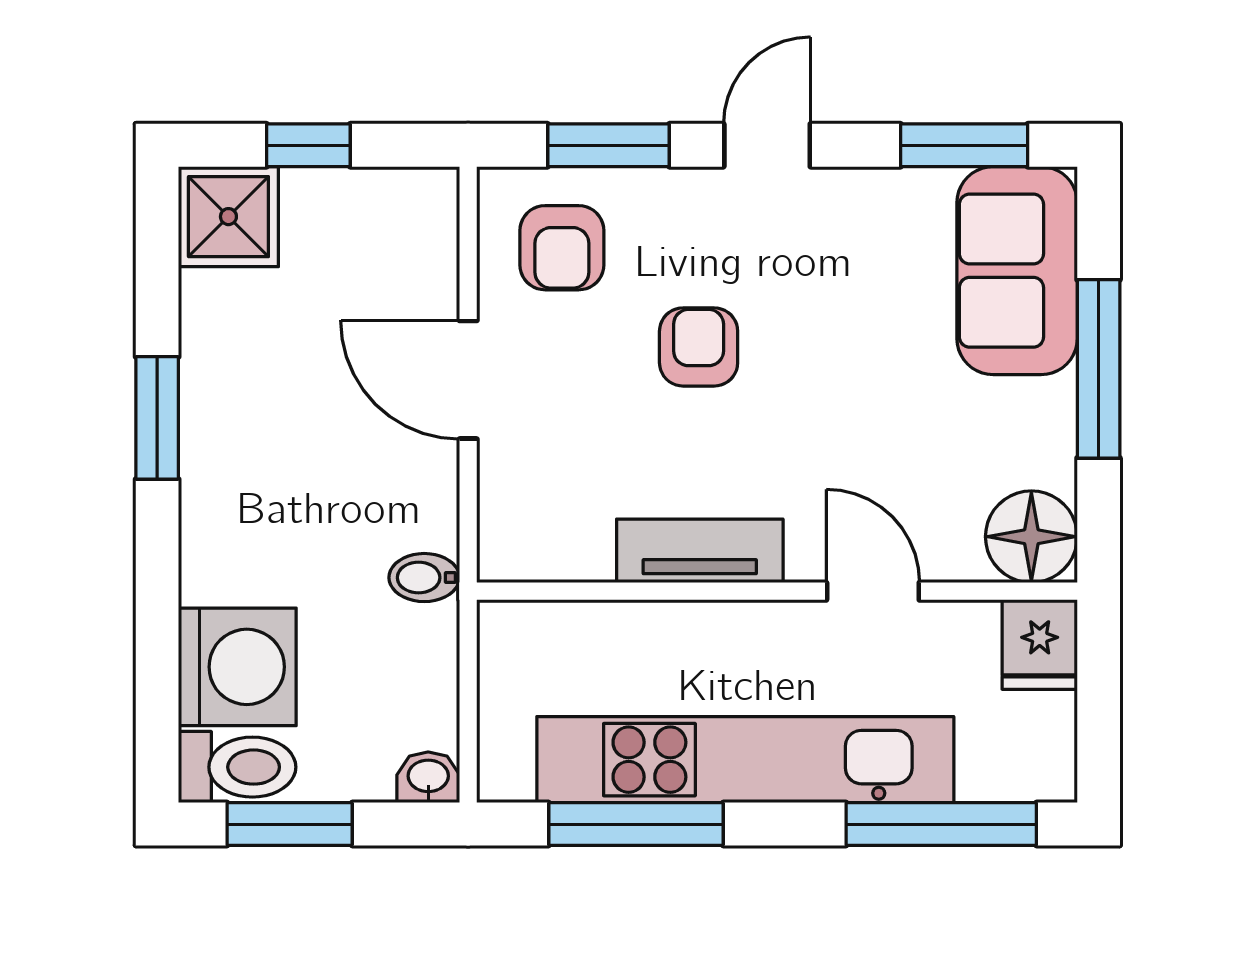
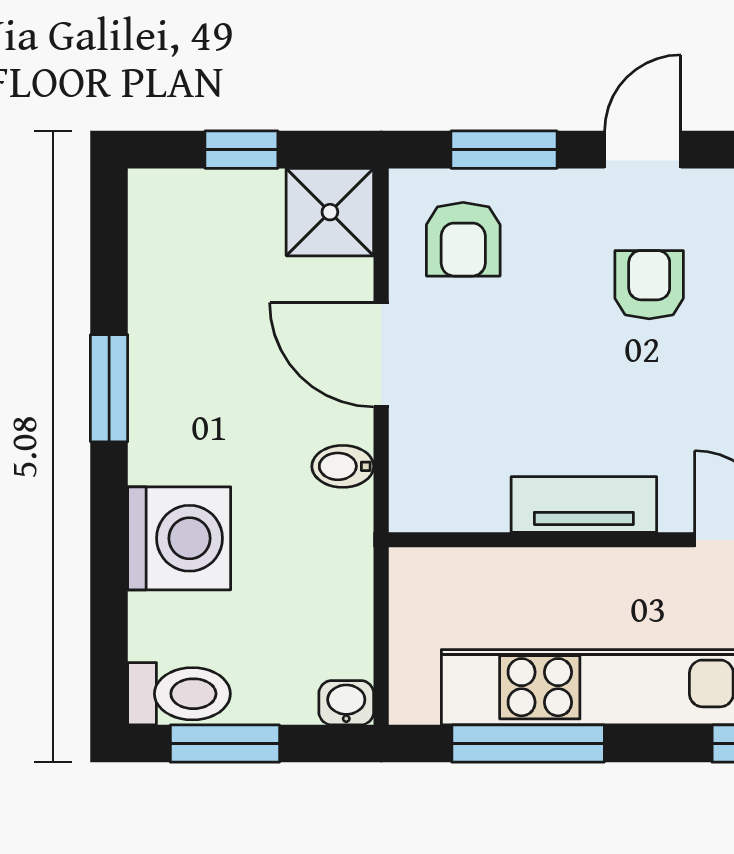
shower: (228, 217) -> (330, 212), moved
armchair: (699, 347) -> (649, 285), moved
bidet: (424, 578) -> (343, 466), moved
washing machine: (237, 667) -> (179, 538), moved

